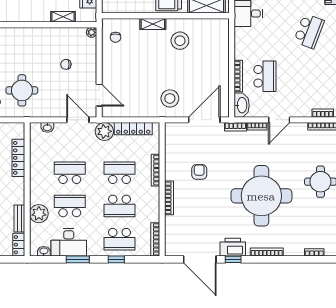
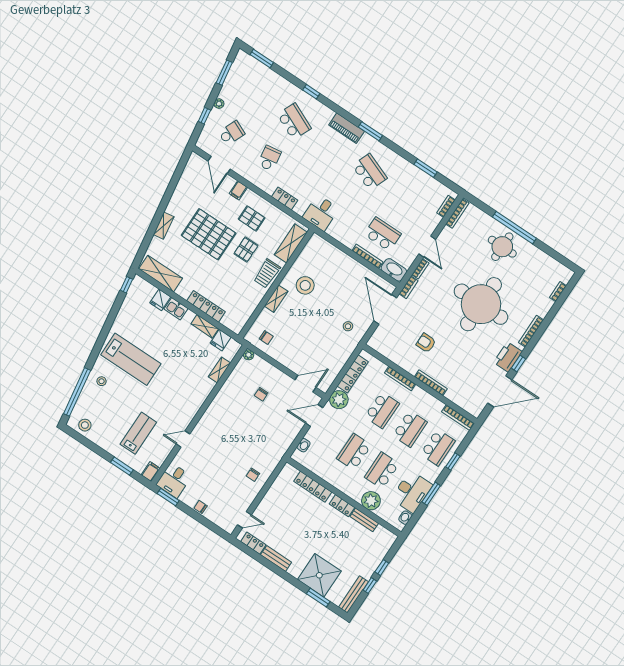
round table: (22, 90) -> (258, 446), removed
stool: (170, 98) -> (348, 326), width x0.53, depth x0.53
school desk: (120, 173) -> (382, 410), turned 180
locker: (19, 245) -> (342, 506), moved

